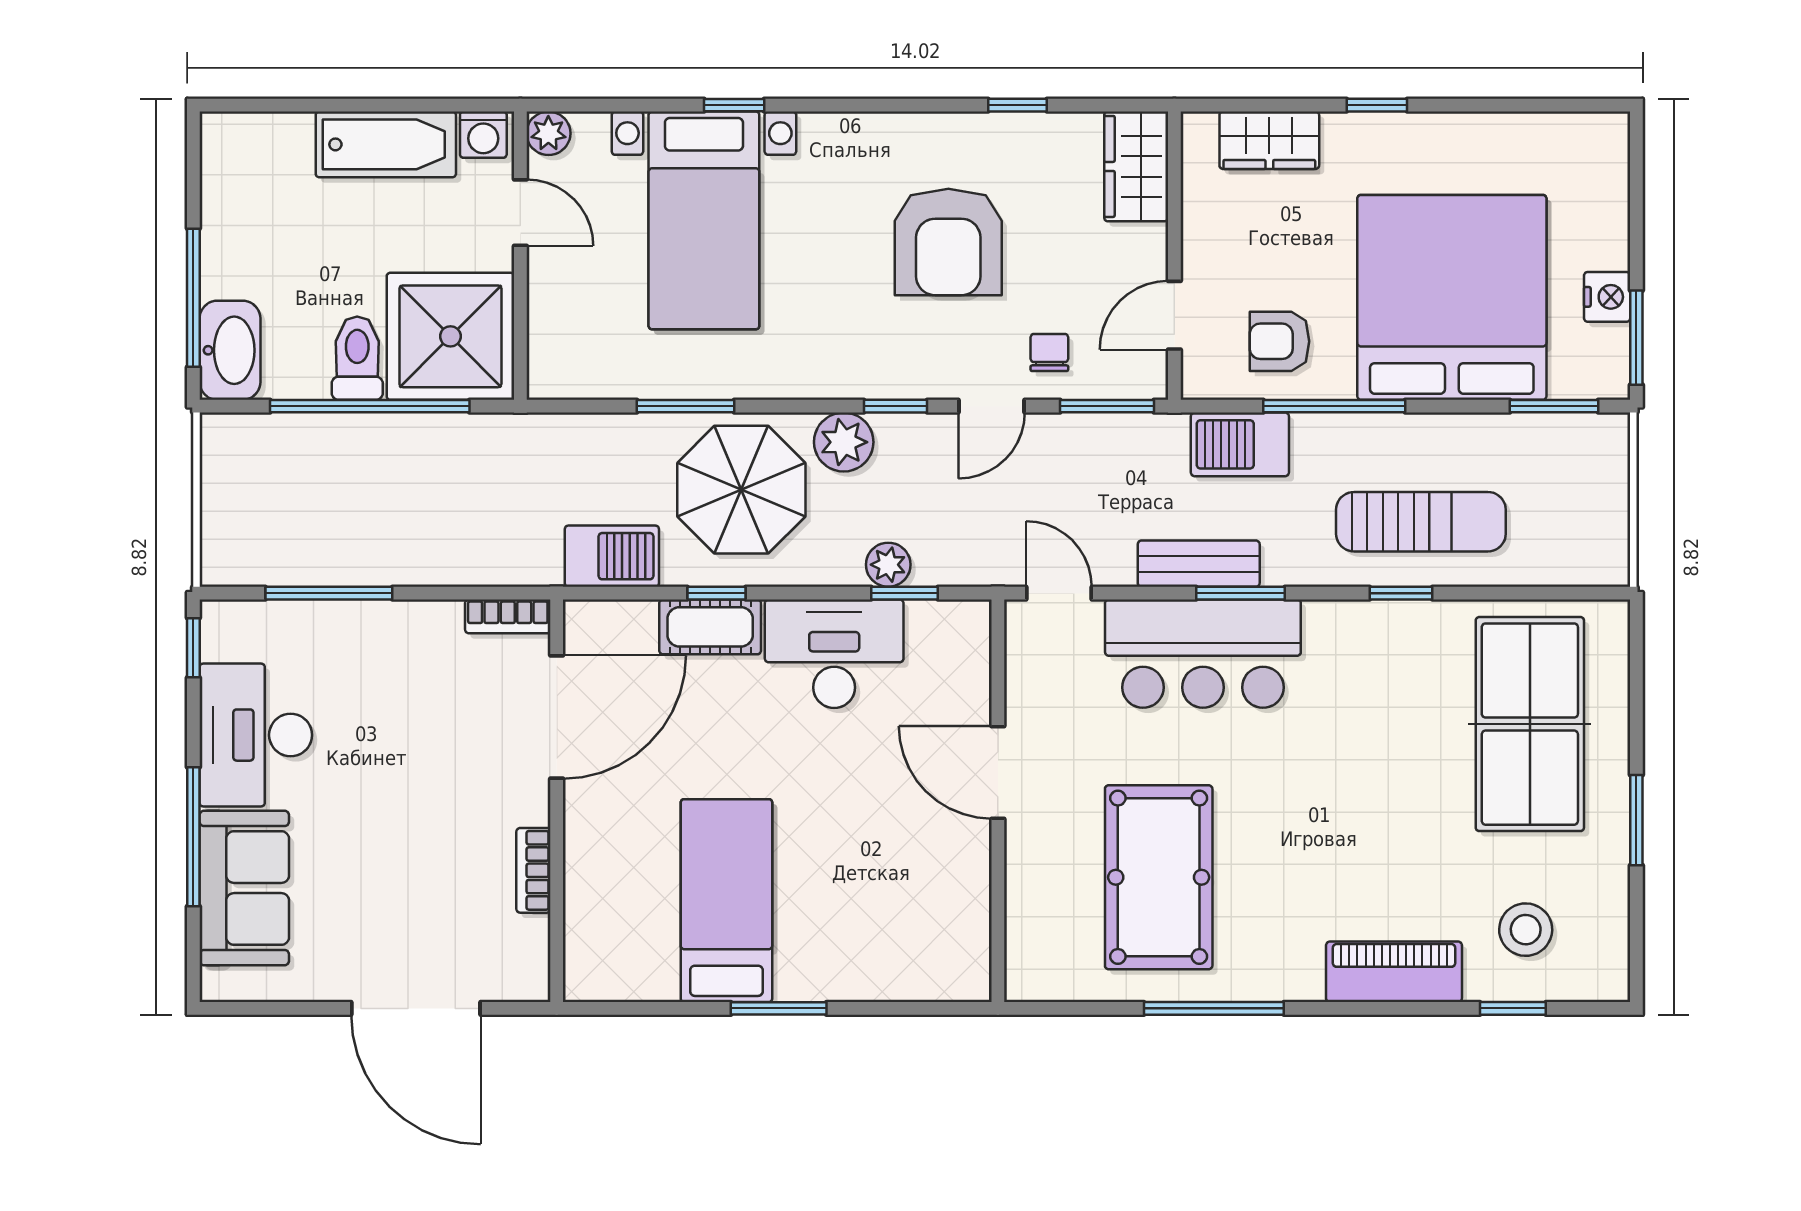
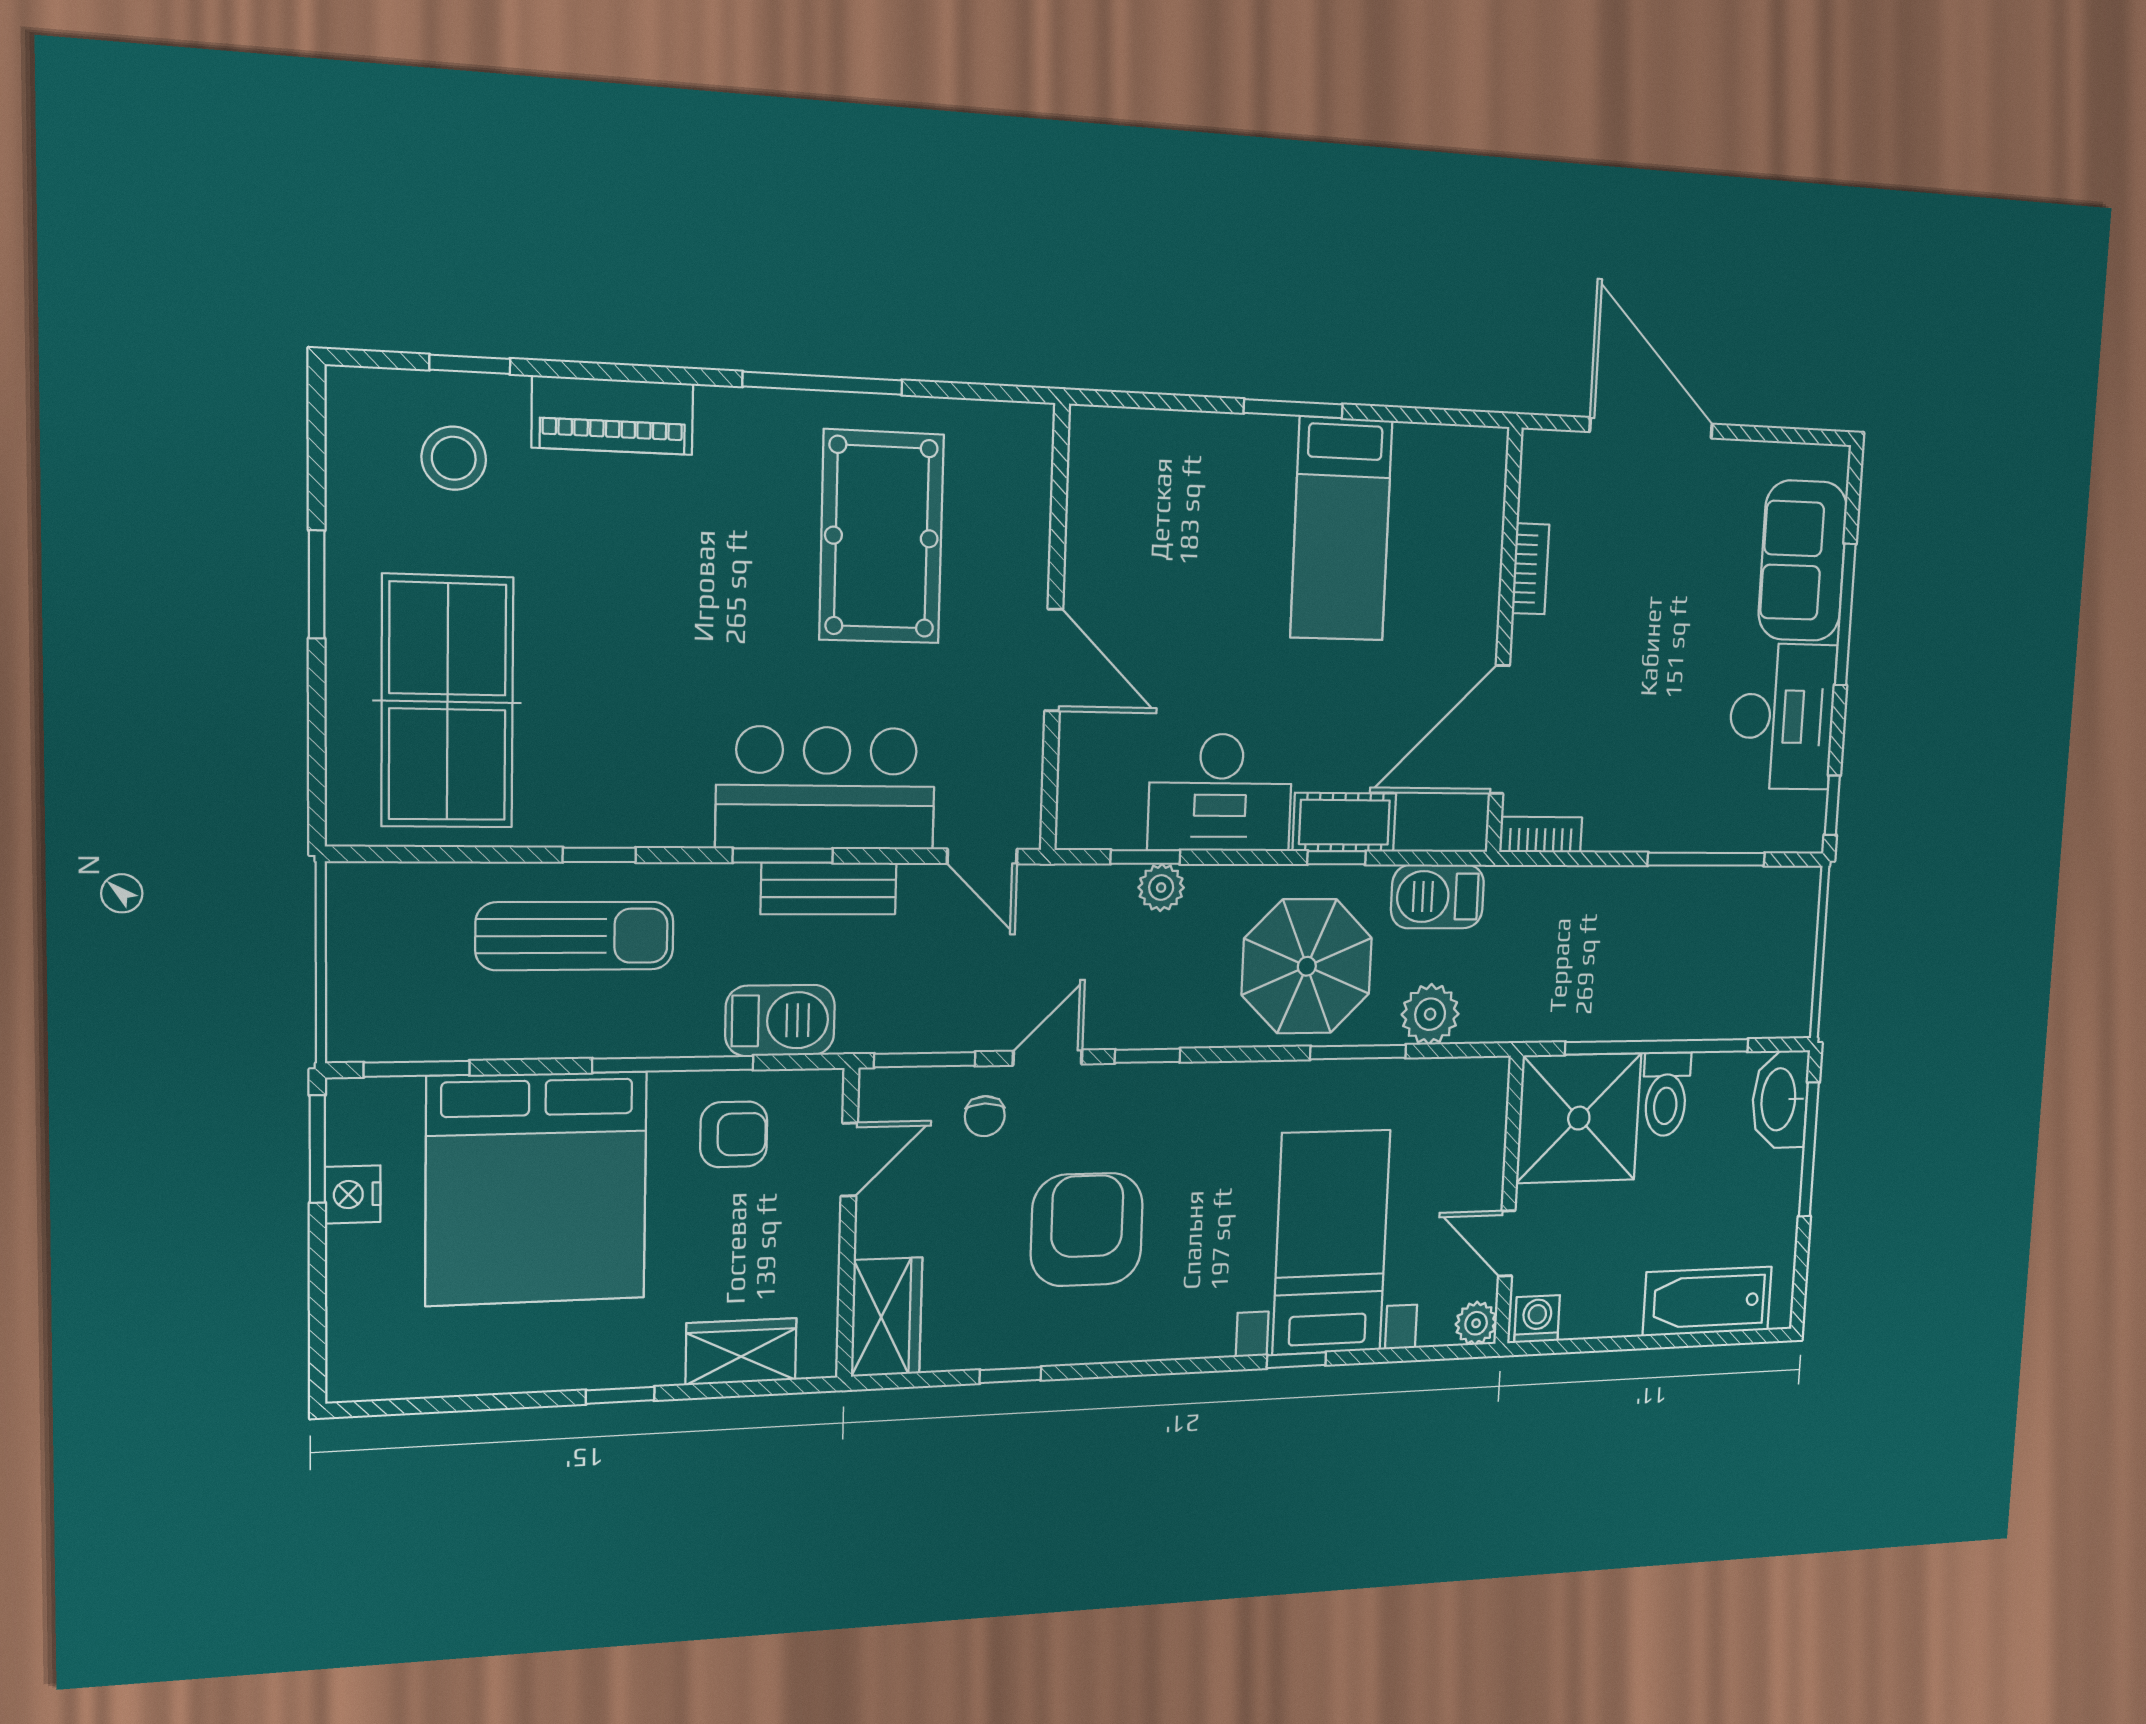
bathtub: (386, 144) -> (1707, 1301), moved
plant: (844, 442) -> (1430, 1014), moved
sun lounger: (1421, 522) -> (575, 936), turned 180

